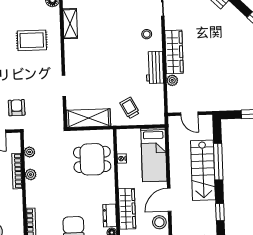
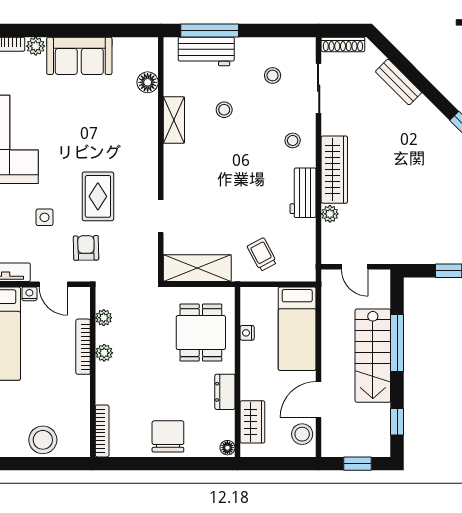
stool: (102, 16) -> (224, 110), added
rug: (32, 40) -> (98, 196), moved, turned 90
dining table: (92, 159) -> (201, 333), turned 90
wardrobe: (127, 209) -> (252, 422), width x0.67
dresser: (110, 215) -> (225, 392), moved

